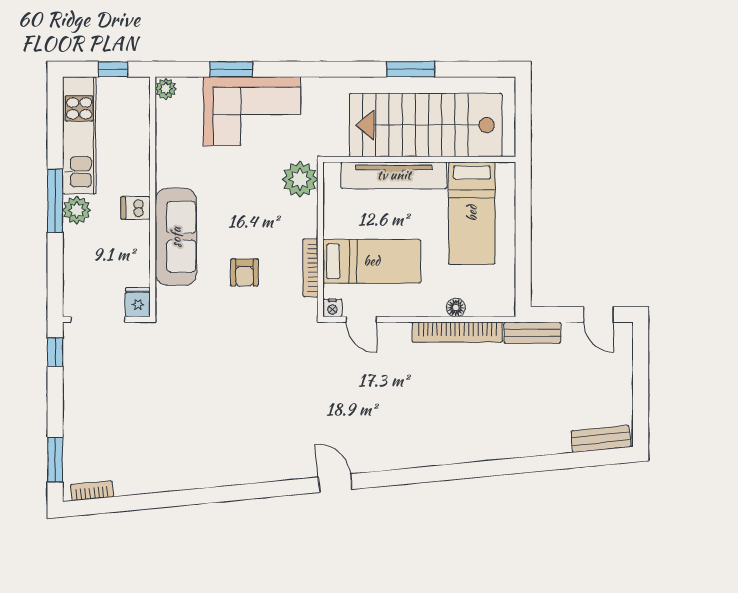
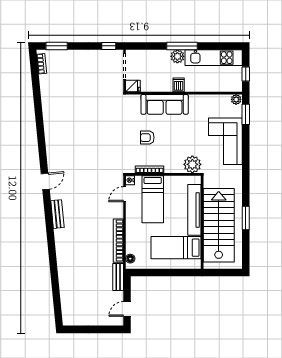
window: (231, 69) -> (246, 114), moved
floor lamp: (456, 308) -> (130, 259), moved
bench: (601, 439) -> (57, 214), moved

